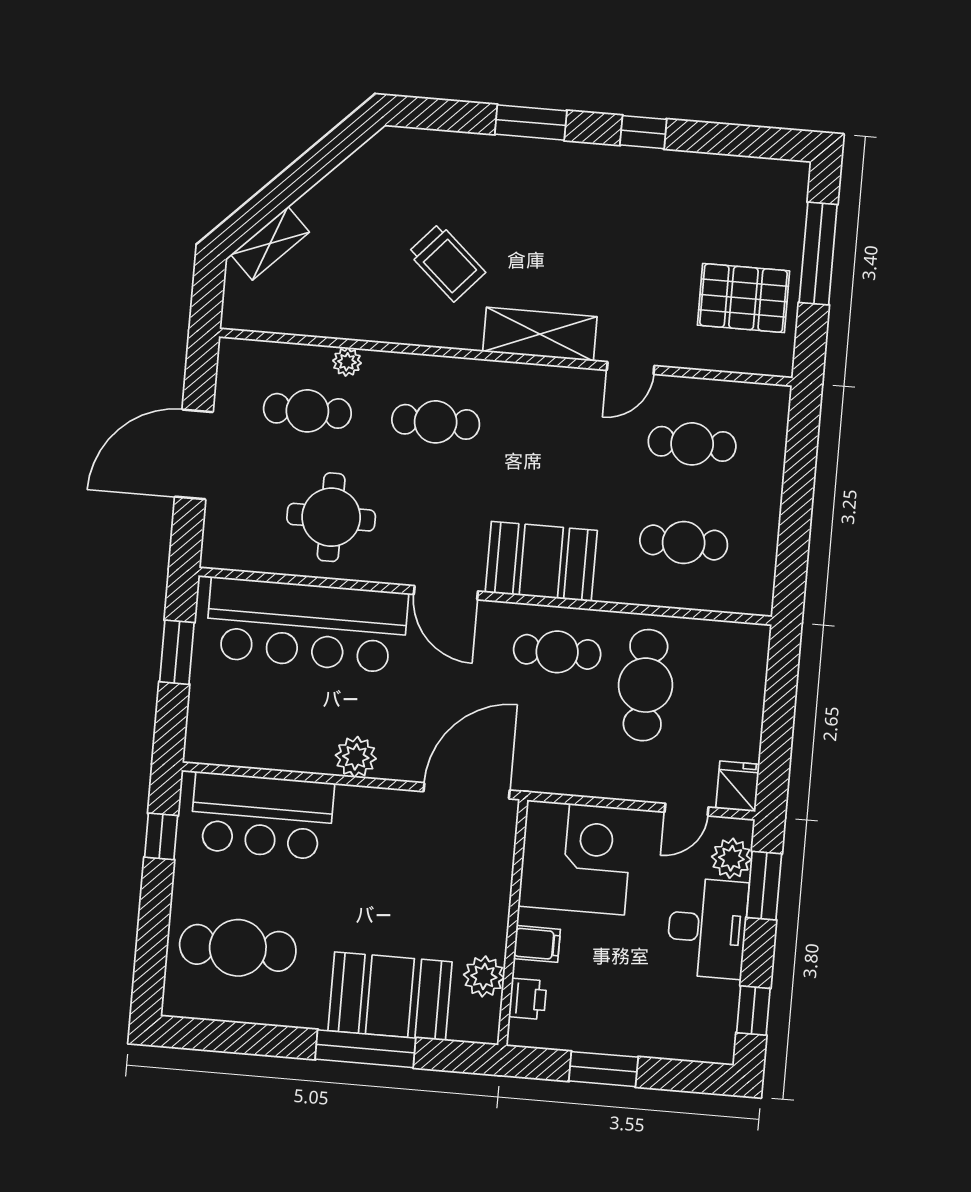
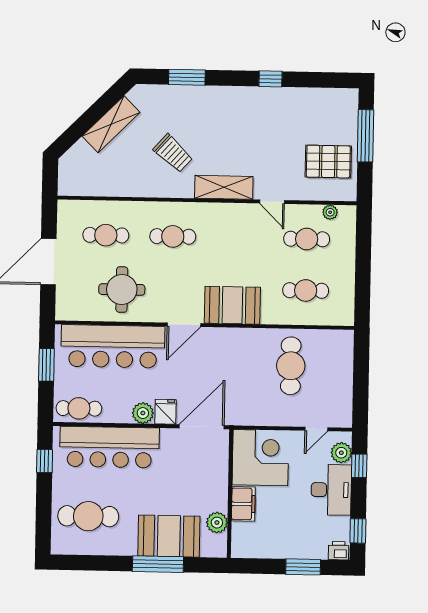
window: (531, 122) -> (187, 77), moved
shelving: (270, 243) -> (111, 124), moved, width x1.50, depth x1.33
plant: (347, 362) -> (330, 212), moved
door: (631, 368) -> (272, 202), hinge flipped
door: (446, 593) -> (184, 325), hinge flipped
cafe table: (557, 652) -> (79, 408), moved
fridge: (738, 786) -> (166, 412), moved
bar counter: (262, 816) -> (109, 447), width x1.36
window: (764, 886) -> (359, 466), width x0.67
filing cabinet: (537, 944) -> (243, 504), width x2.00
printer: (528, 999) -> (339, 551), moved, turned -90
window: (603, 1069) -> (303, 567), moved

